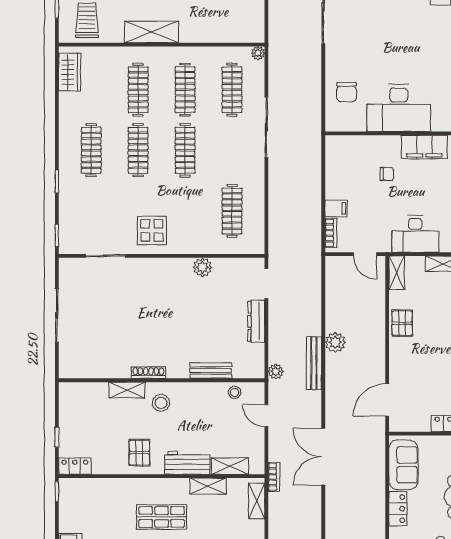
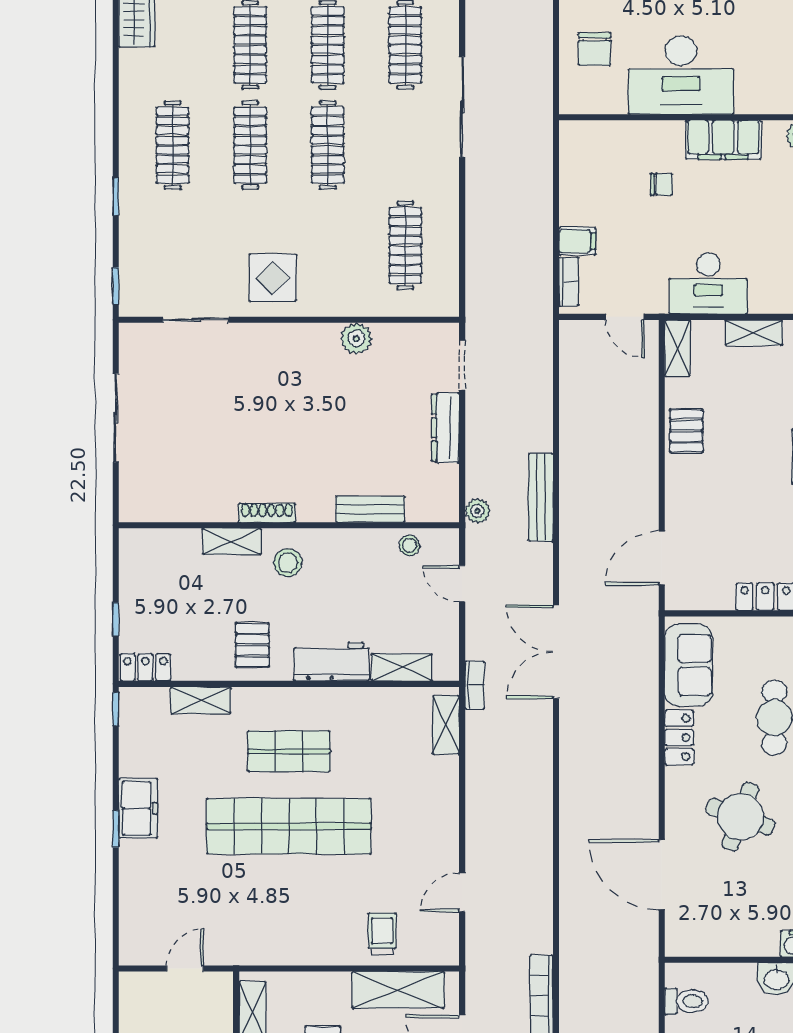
plant: (335, 342) -> (576, 463), removed
shelving: (208, 486) -> (201, 700), moved

